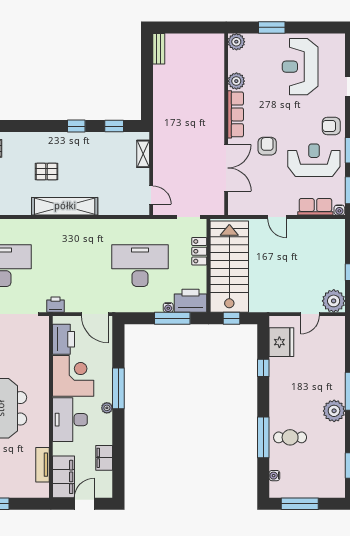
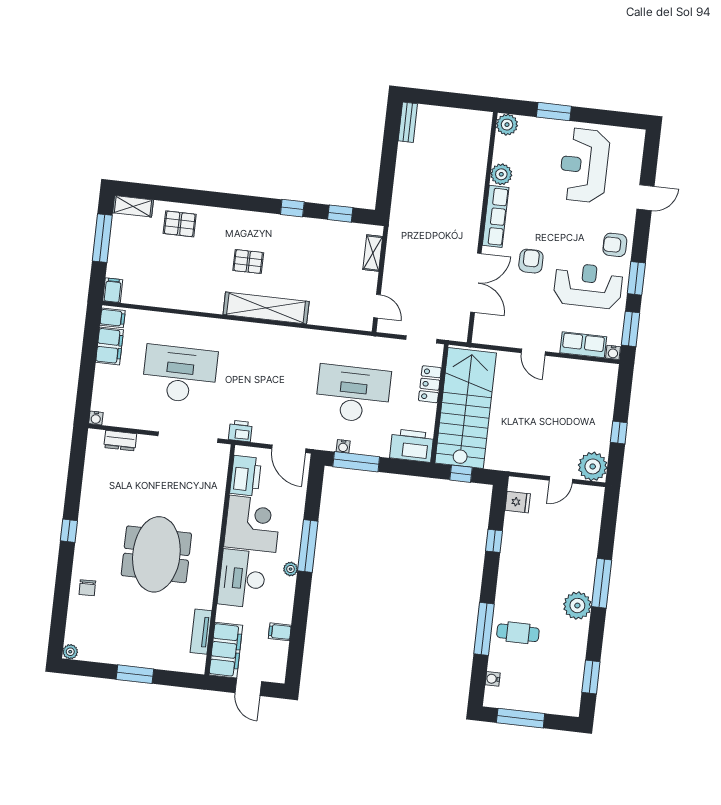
water cooler: (168, 307) -> (343, 446), moved
window: (172, 318) -> (356, 462), moved
fridge: (281, 342) -> (518, 502), width x0.53, depth x0.75
filing cabinet: (104, 458) -> (280, 632), width x0.50
door: (84, 504) -> (248, 687), swing flipped

